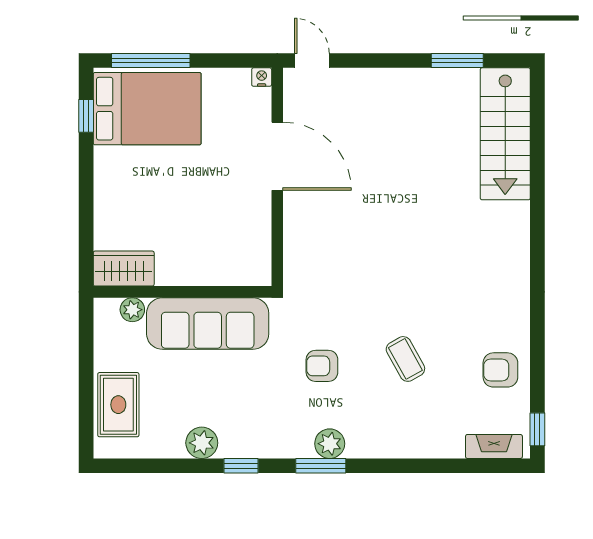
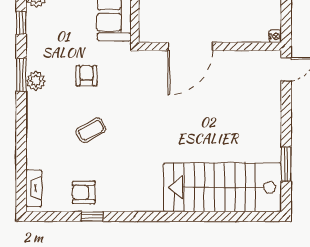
stairs: (505, 134) -> (222, 187), width x1.36, depth x1.51
door: (277, 156) -> (190, 47), moved
armchair: (500, 370) -> (84, 192), turned -90
window: (537, 429) -> (92, 217), moved

